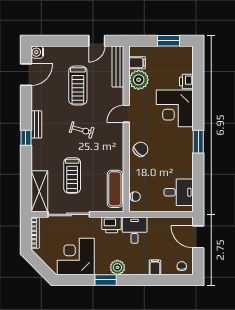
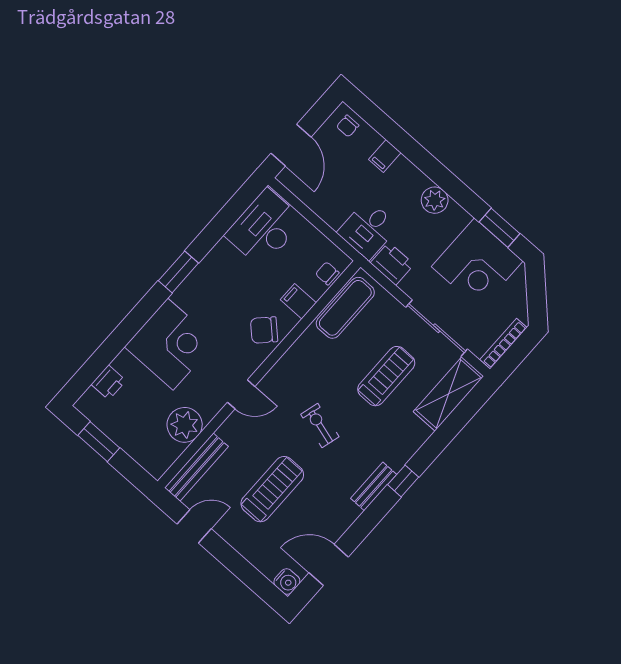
filing cabinet: (137, 63) -> (298, 301), moved
printer: (186, 81) -> (109, 383), moved
desk: (179, 192) -> (264, 228), width x1.37
window: (106, 280) -> (499, 228), moved

